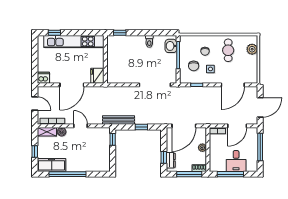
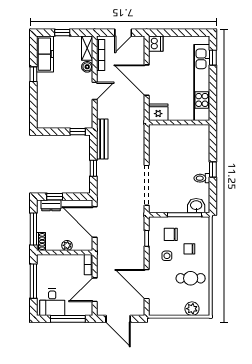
window: (120, 33) -> (213, 169), moved
door: (237, 126) -> (95, 290), hinge flipped
desk: (236, 161) -> (52, 302), moved, turned -90
window: (68, 174) -> (33, 74), width x0.32

